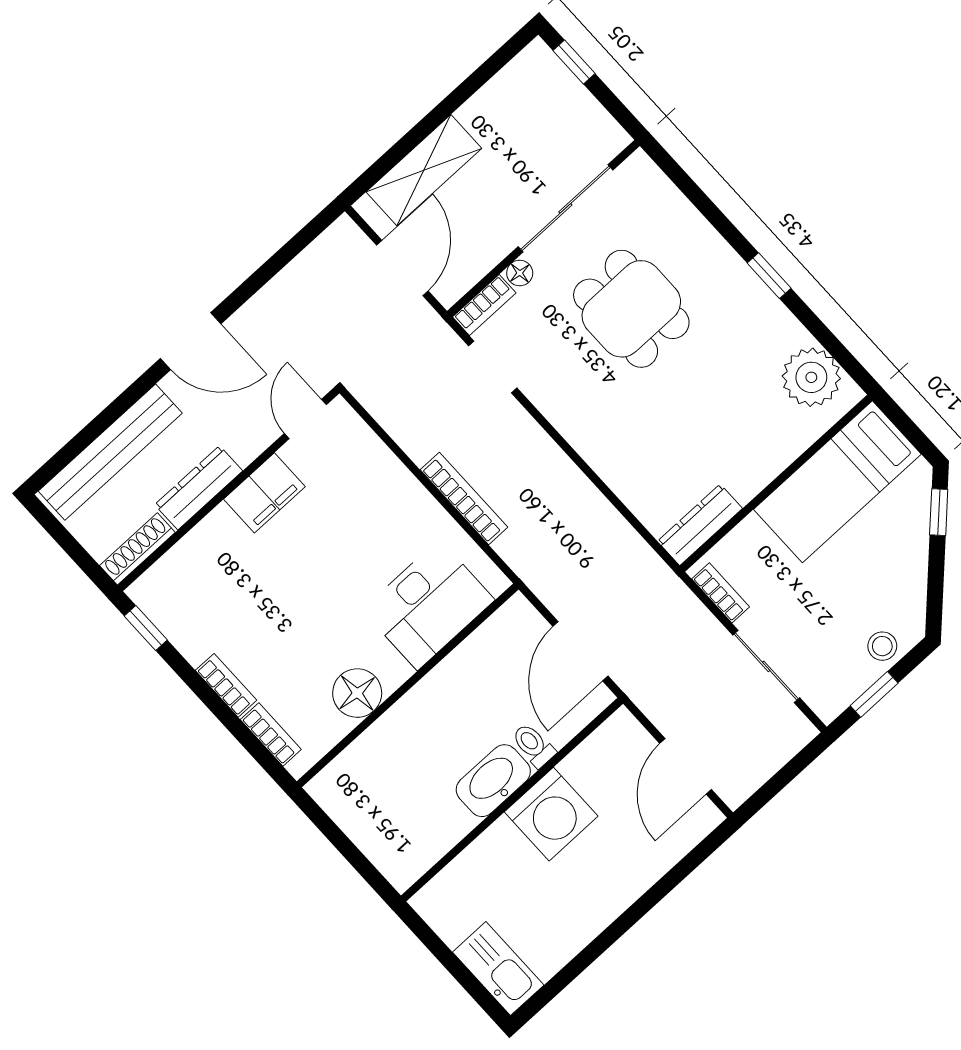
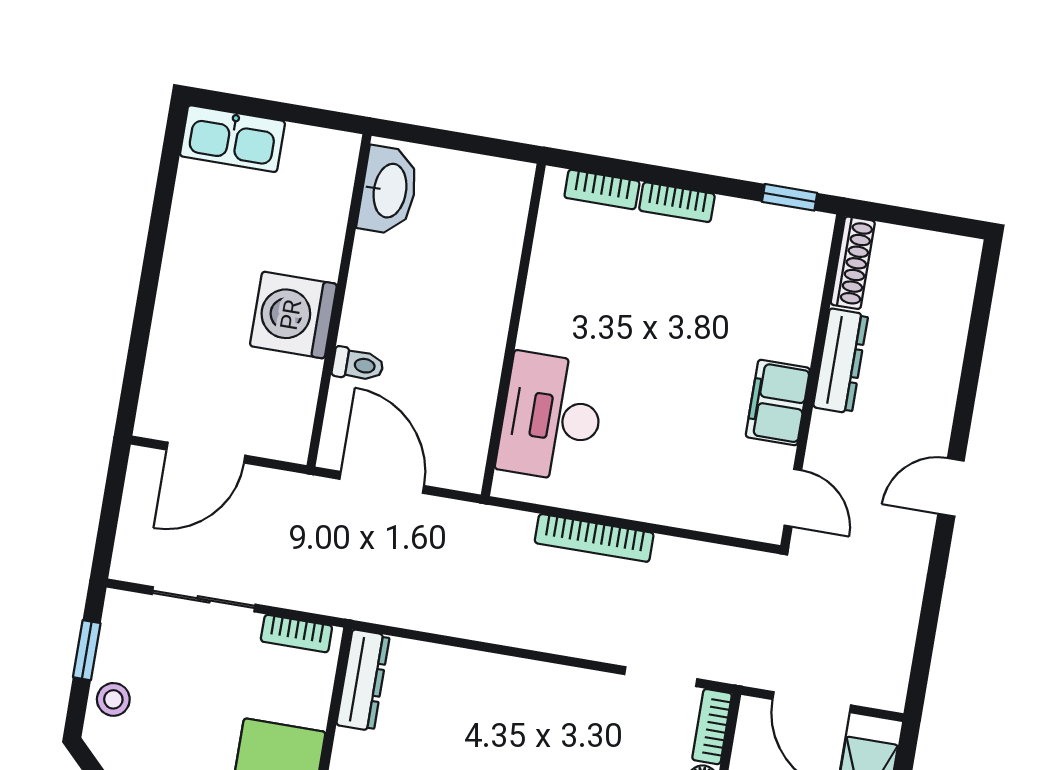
door: (191, 341) -> (951, 487), width x0.73
bench: (110, 452) -> (945, 331), removed
floor lamp: (357, 693) -> (553, 288), removed
door: (686, 766) -> (206, 453), swing flipped
washbasin: (493, 781) -> (388, 190), moved

